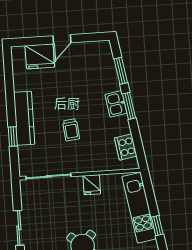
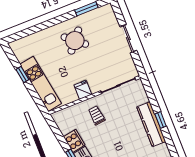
trolley: (71, 130) -> (97, 115), moved
window: (13, 136) -> (161, 120), moved
cooker: (126, 147) -> (74, 141), moved

